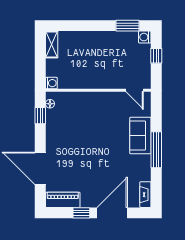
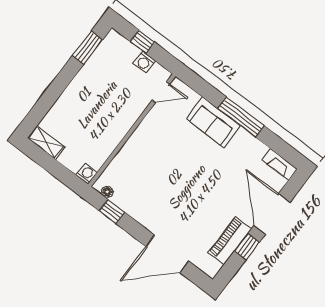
washing machine: (145, 37) -> (144, 62), moved
piano: (63, 200) -> (230, 241), moved

